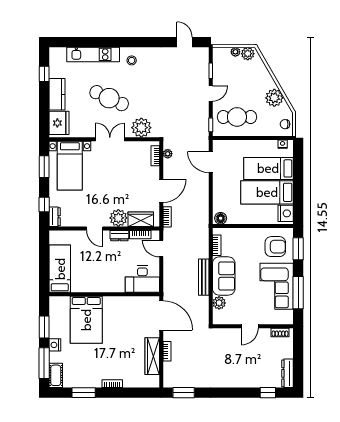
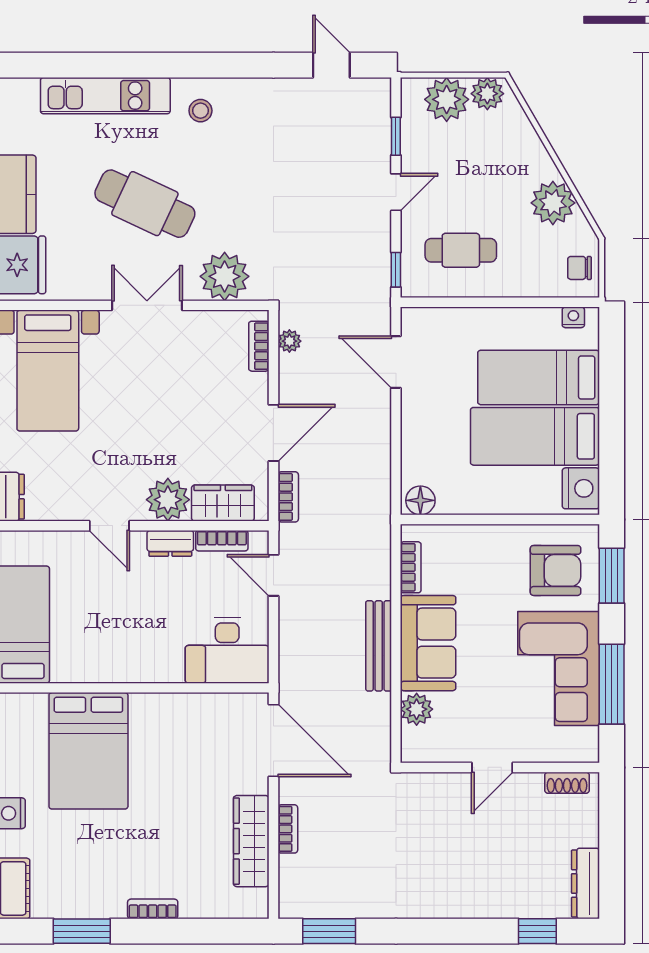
plant: (235, 52) -> (447, 99), width x1.88, depth x1.88
cafe table: (237, 117) -> (461, 250), width x0.73, depth x0.74

